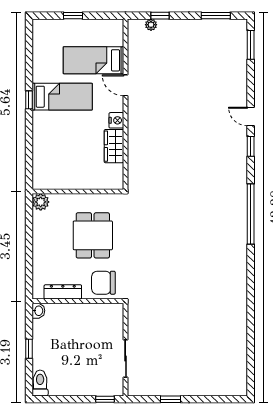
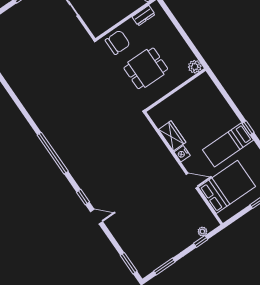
bed: (93, 60) -> (227, 187), width x1.50
dining table: (93, 235) -> (146, 68), turned 90
dresser: (63, 292) -> (144, 16), width x0.70

